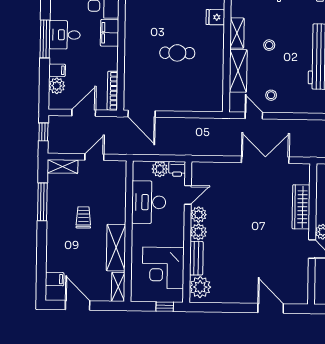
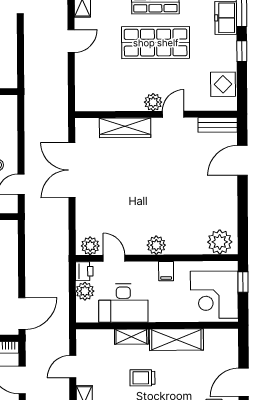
door: (94, 157) -> (73, 367), hinge flipped
plant: (198, 215) -> (90, 246), moved
filing cabinet: (176, 240) -> (166, 271), added
bench: (196, 258) -> (218, 125), moved
corner desk: (163, 268) -> (214, 295), moved, turned 90
shelving: (118, 287) -> (131, 337), moved

